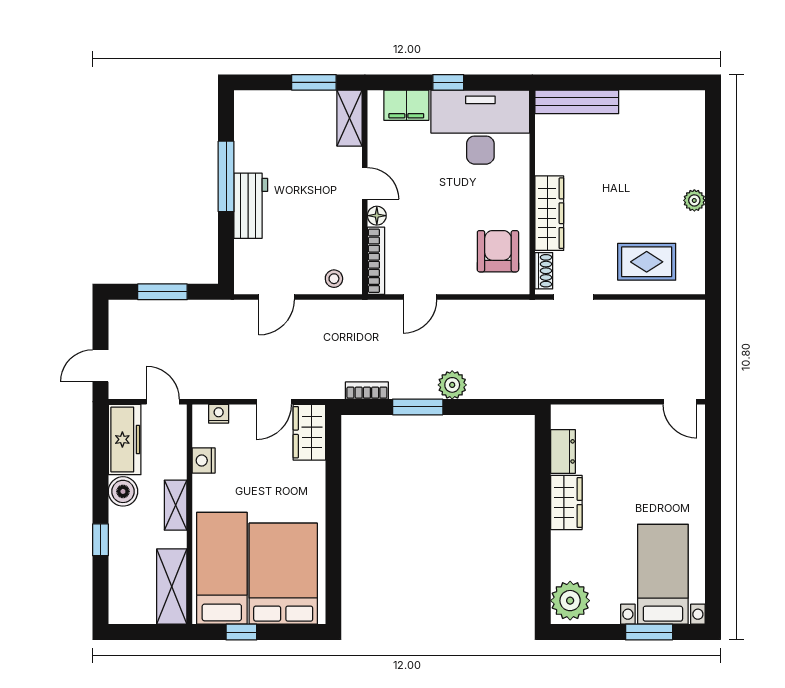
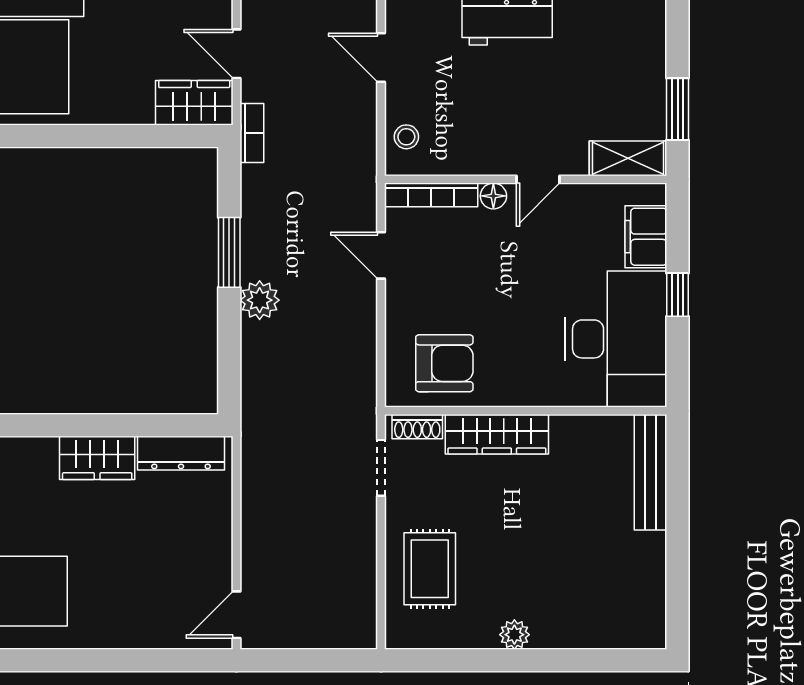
bookcase: (367, 391) -> (252, 133), moved
dresser: (563, 451) -> (181, 453), width x1.44

